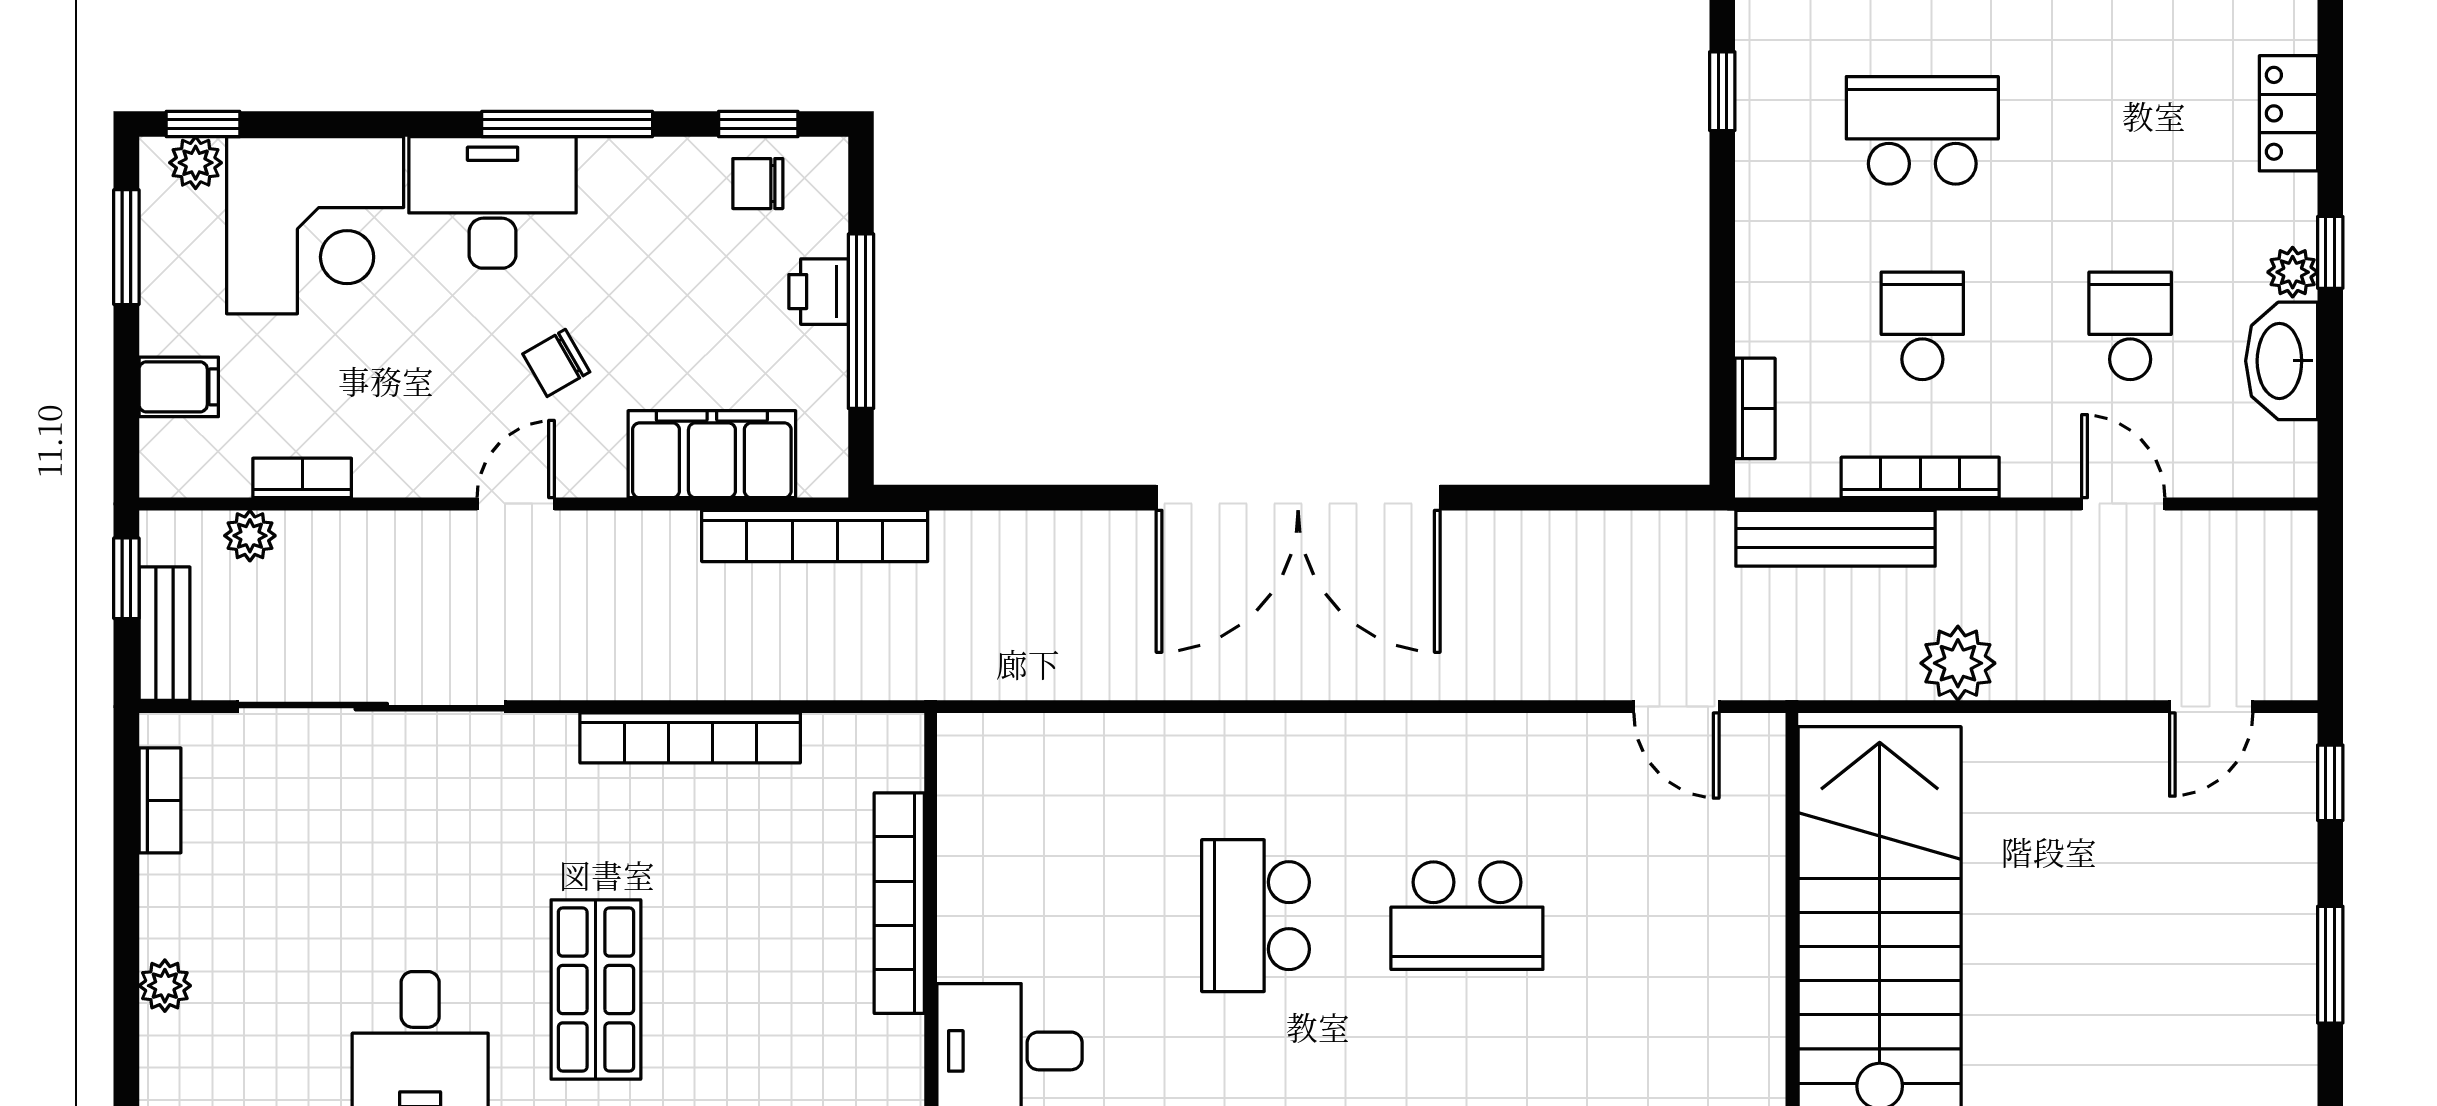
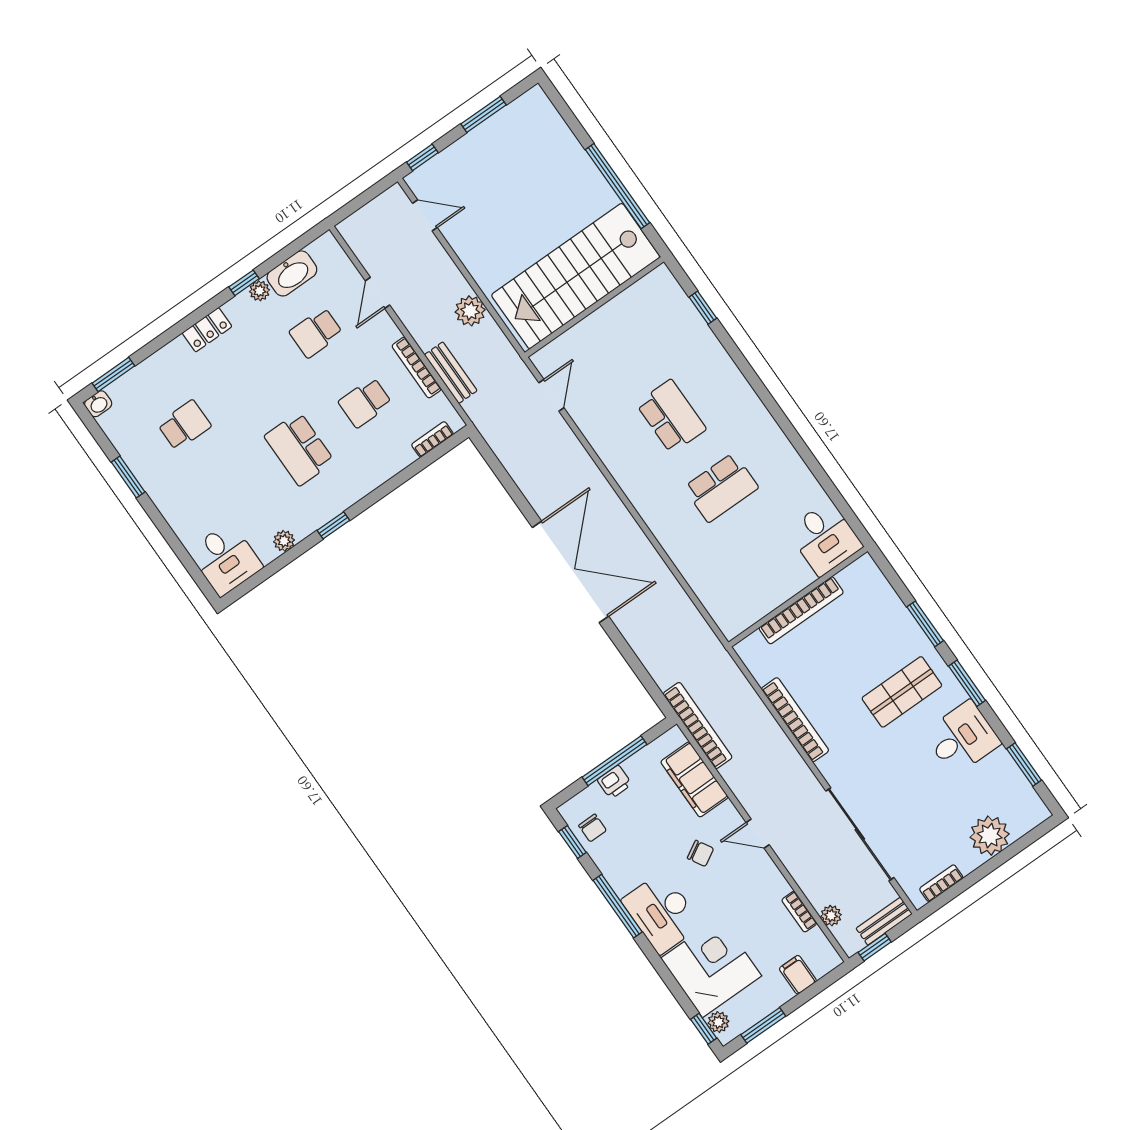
bench: (1836, 538) -> (451, 373), width x0.73
plant: (165, 986) -> (990, 836), width x1.88, depth x1.88

